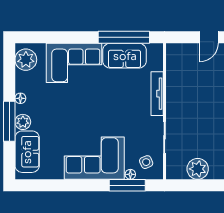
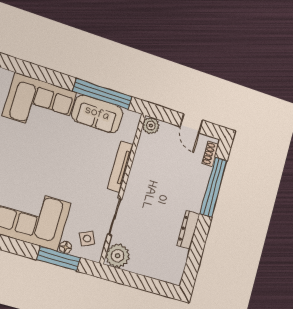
door: (209, 37) -> (191, 123), hinge flipped
plant: (173, 51) -> (151, 126), added
plant: (198, 169) -> (118, 256), moved

